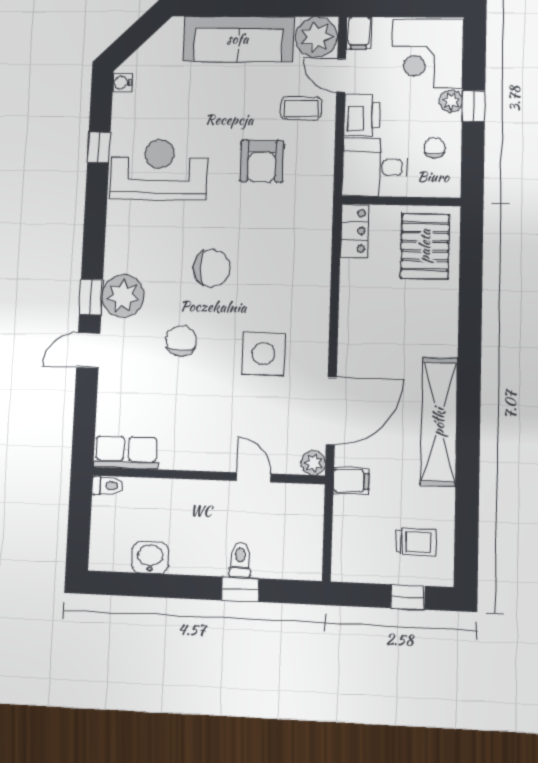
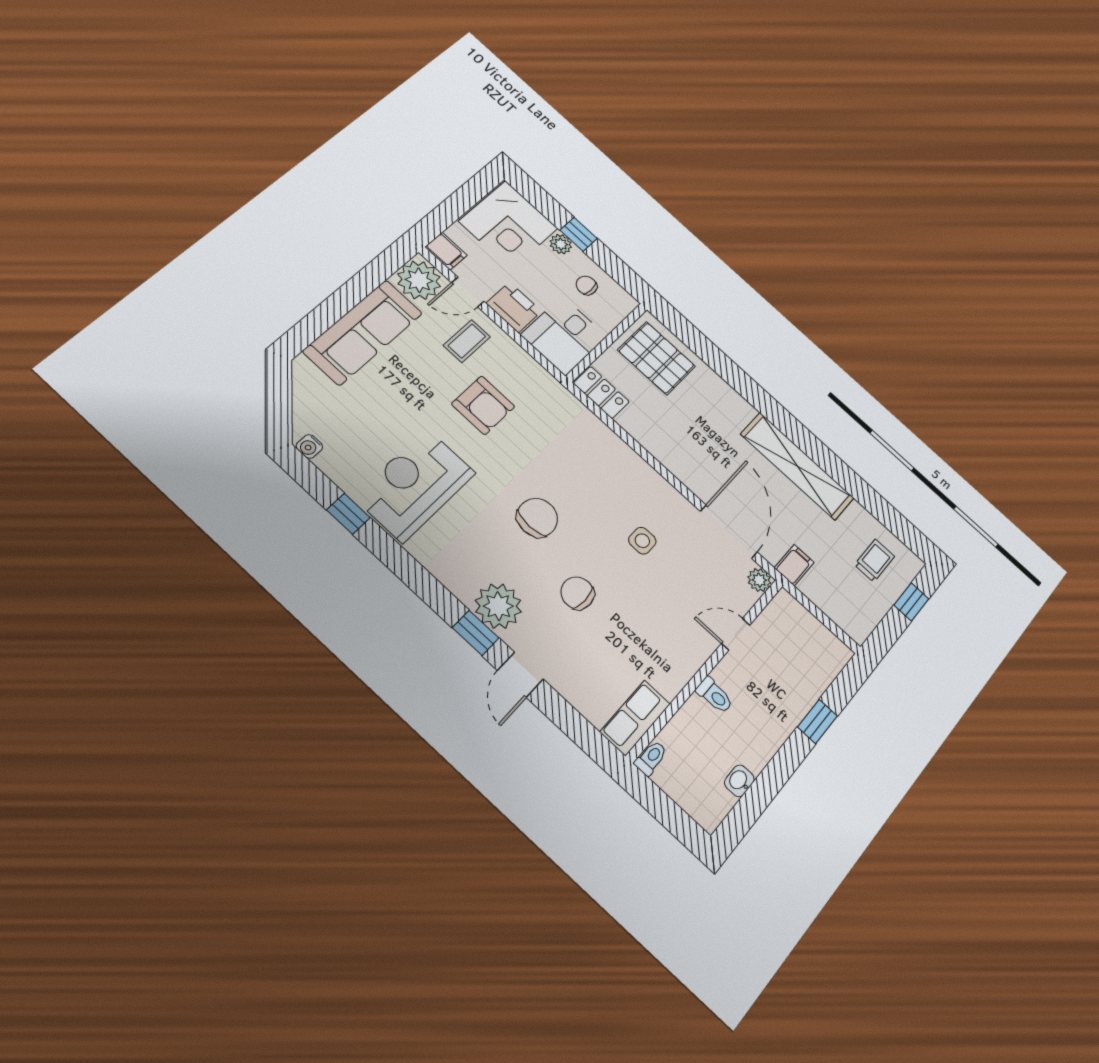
side table: (264, 354) -> (642, 541), width x0.54, depth x0.54
washbasin: (150, 558) -> (739, 781), width x0.72, depth x0.69
toilet: (240, 560) -> (715, 695), moved, turned 180

